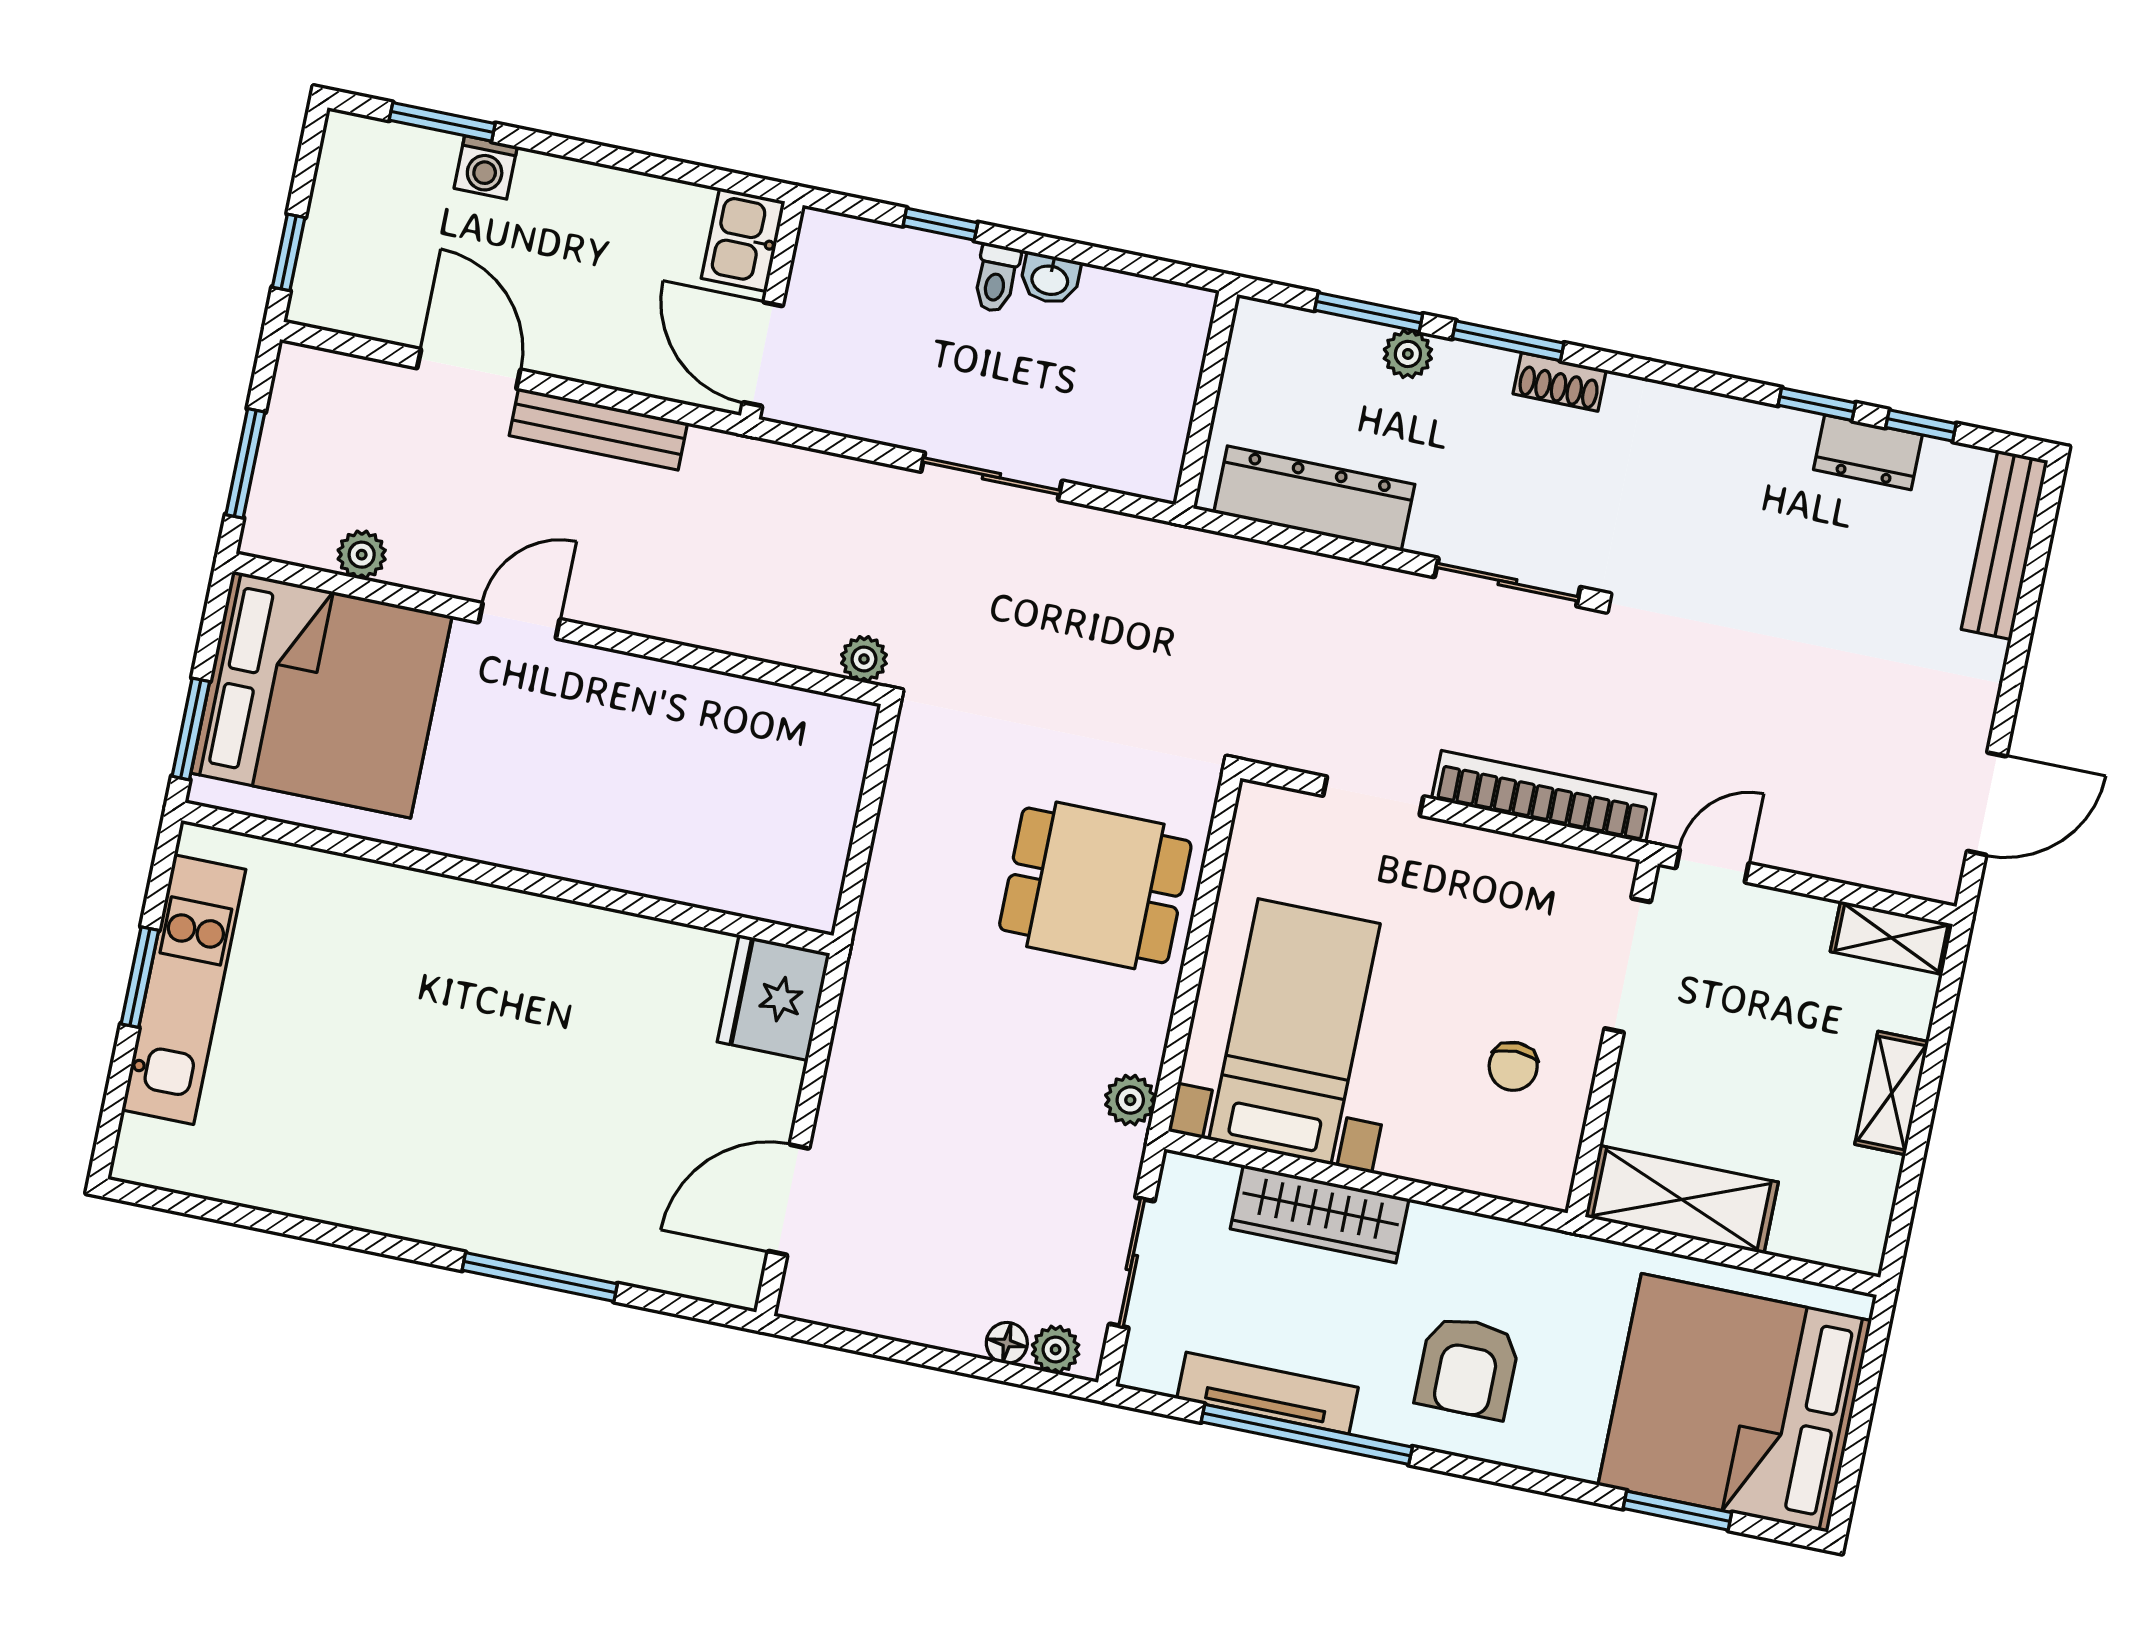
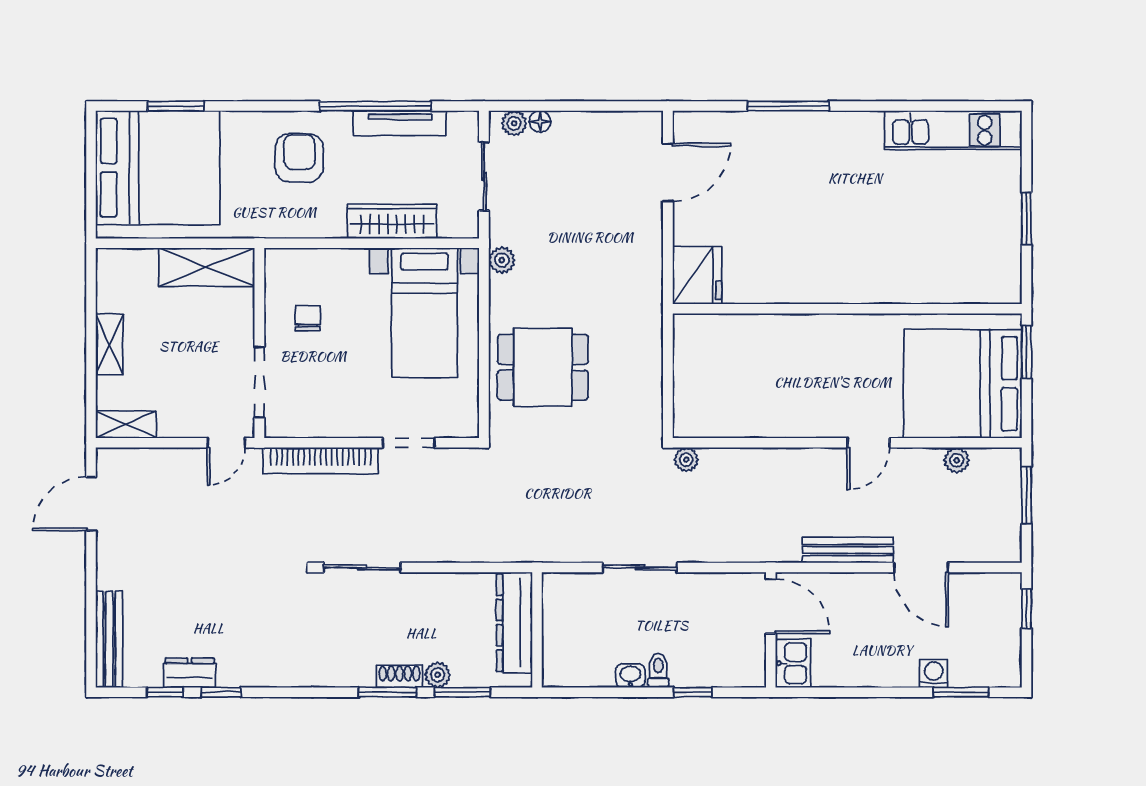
shoe rack: (1560, 382) -> (400, 676), moved
dresser: (1314, 499) -> (514, 623), moved, turned 90
kitchen unit: (184, 990) -> (953, 130), moved, turned -90

